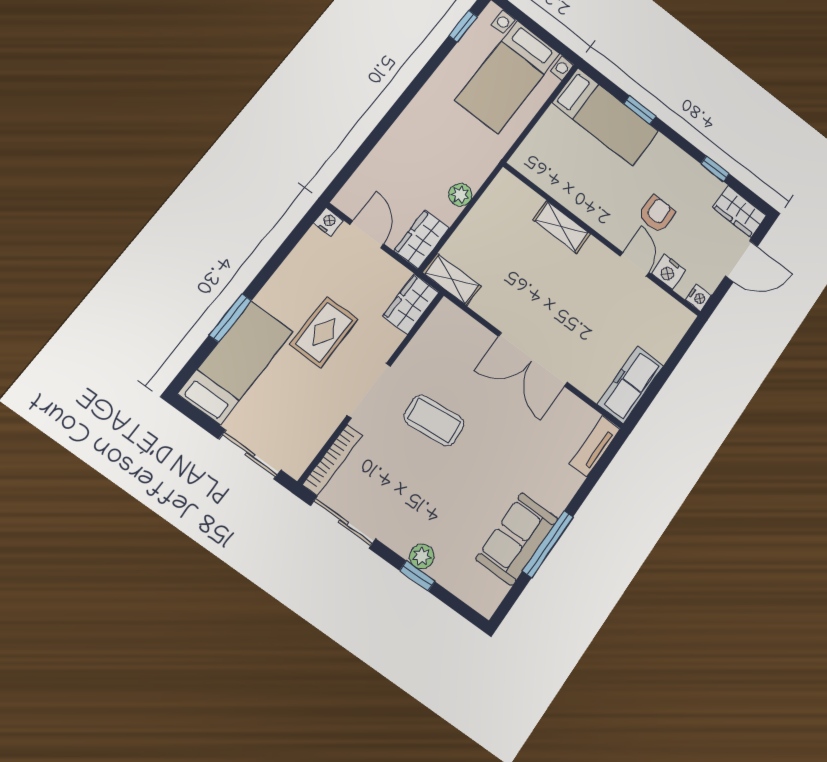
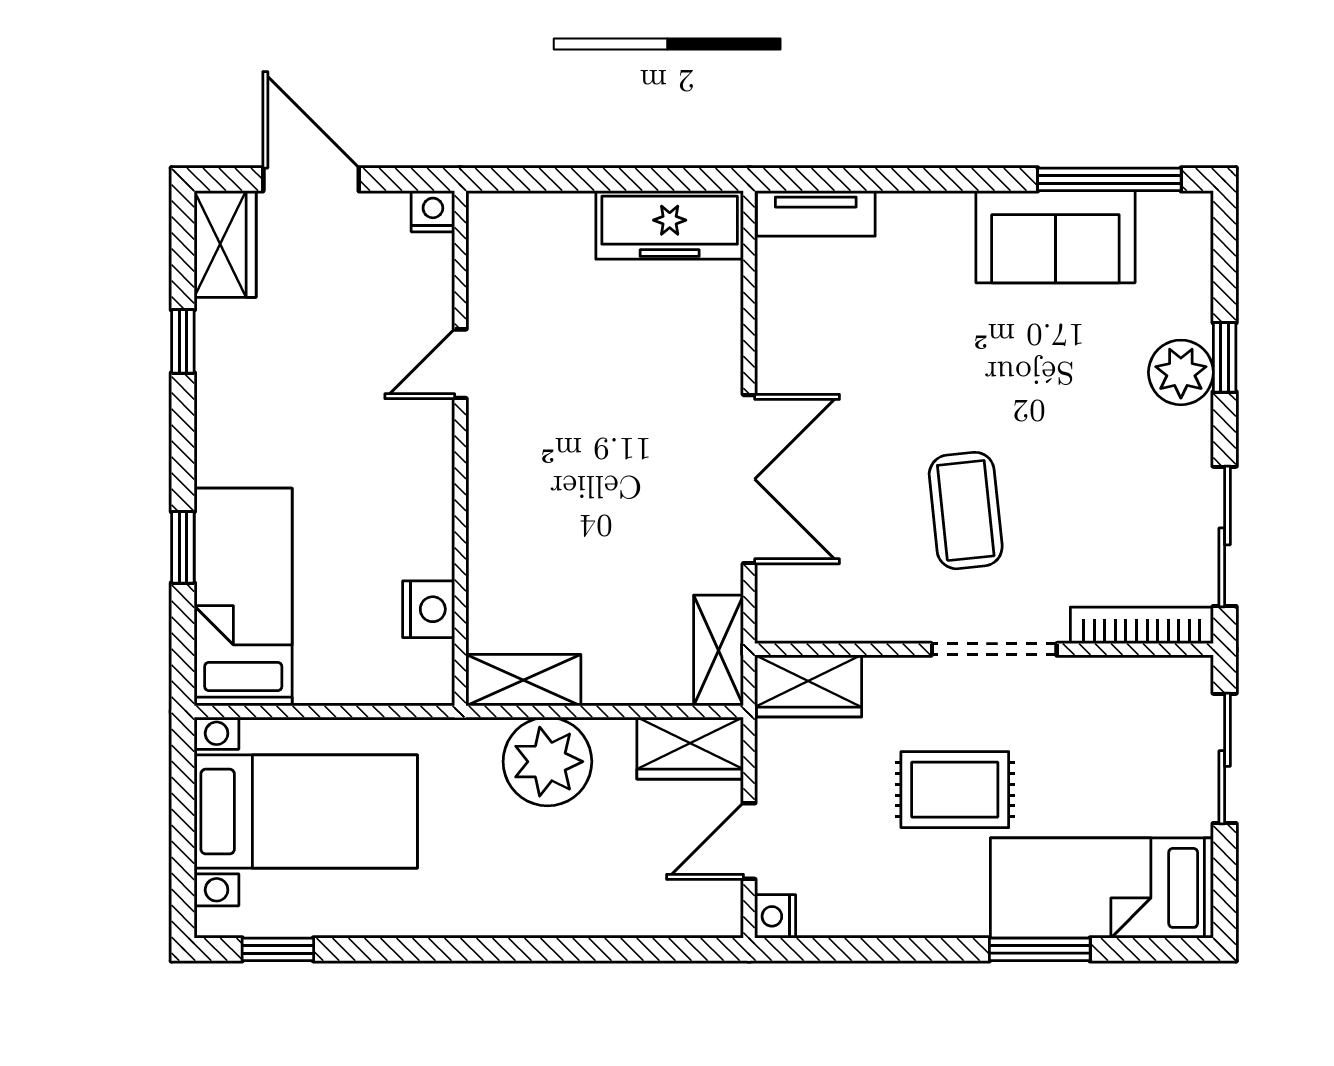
plant: (460, 195) -> (547, 762), width x1.87, depth x1.87
armchair: (657, 214) -> (344, 387), removed
shelving: (562, 227) -> (523, 680), moved, turned 90
nightstand: (668, 272) -> (429, 609), moved
double door: (533, 359) -> (749, 479), moved
window: (548, 544) -> (1109, 179), moved
plant: (422, 556) -> (1181, 372), width x1.38, depth x1.38

